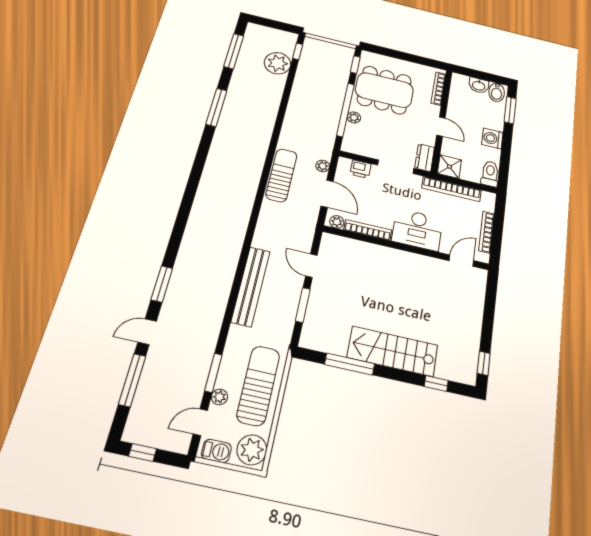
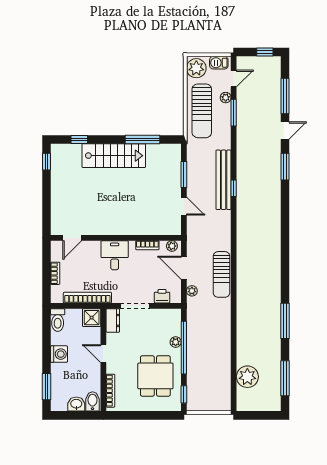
window: (298, 51) -> (234, 188), moved
dining table: (384, 90) -> (155, 376), width x0.73
bidet: (497, 92) -> (93, 401), moved
bookcase: (368, 230) -> (147, 245), width x0.64
desk: (417, 230) -> (115, 255), width x0.73
bookcase: (486, 232) -> (55, 273), width x0.64

